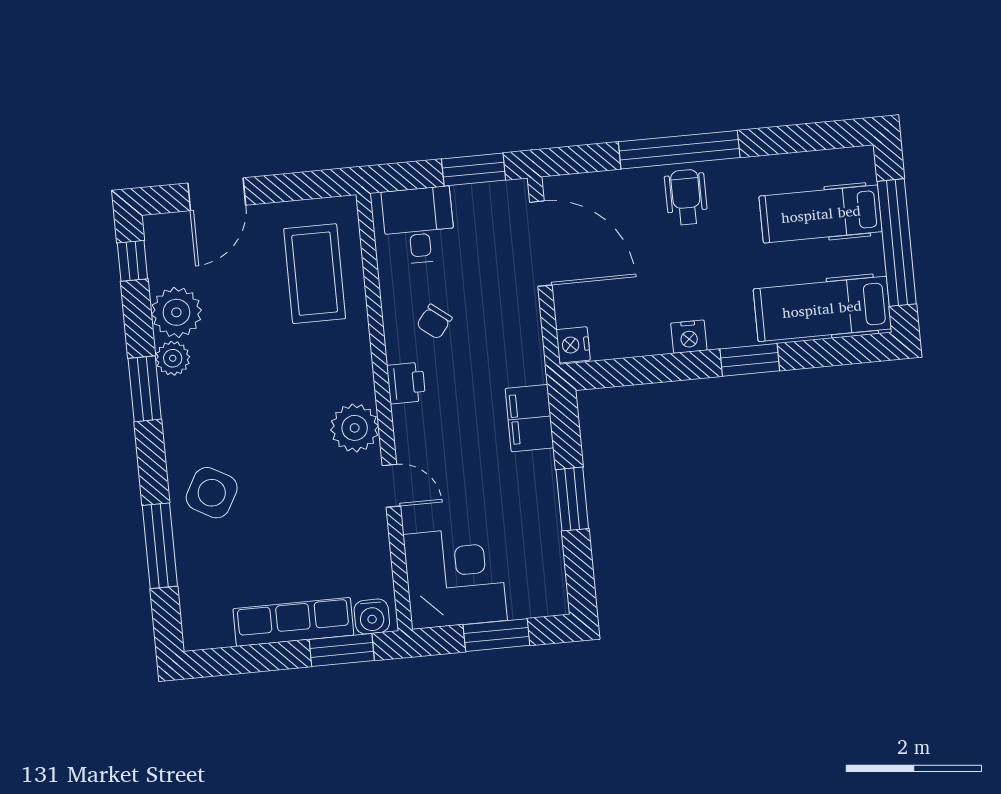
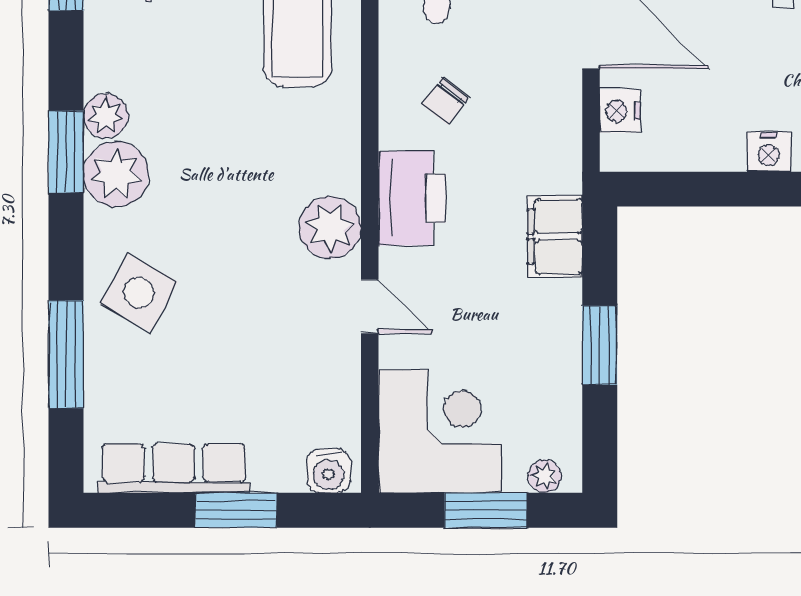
plant: (176, 312) -> (116, 174), moved
nightstand: (573, 345) -> (620, 111), moved
printer: (406, 383) -> (412, 198), width x1.87, depth x1.48
plant: (539, 605) -> (545, 476), added
row of seats: (293, 622) -> (174, 468), moved
window: (342, 650) -> (236, 510), moved

